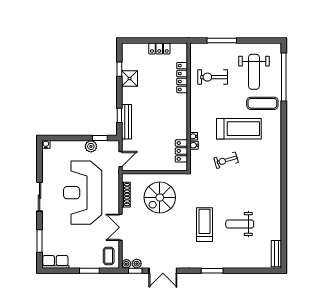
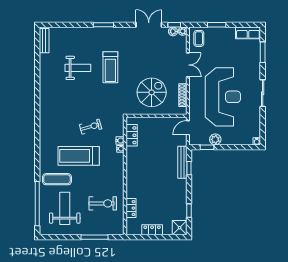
shower: (130, 78) -> (180, 228), moved
locker: (182, 78) -> (131, 208), width x0.66

